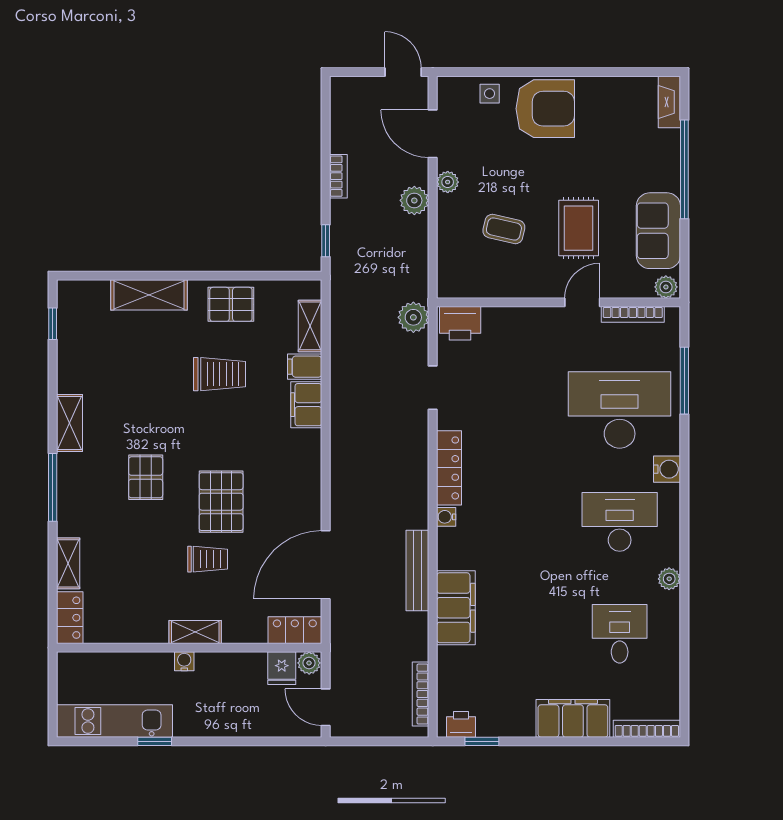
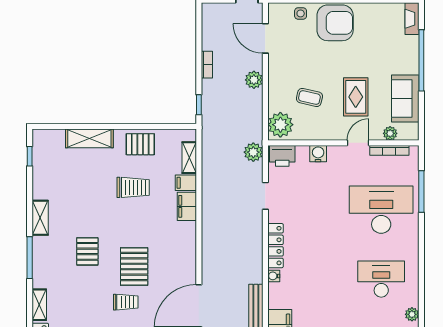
plant: (448, 182) -> (280, 125), moved, width x1.87, depth x1.87
plant: (666, 287) -> (390, 133), moved
water cooler: (667, 469) -> (318, 154), moved, turned -90

